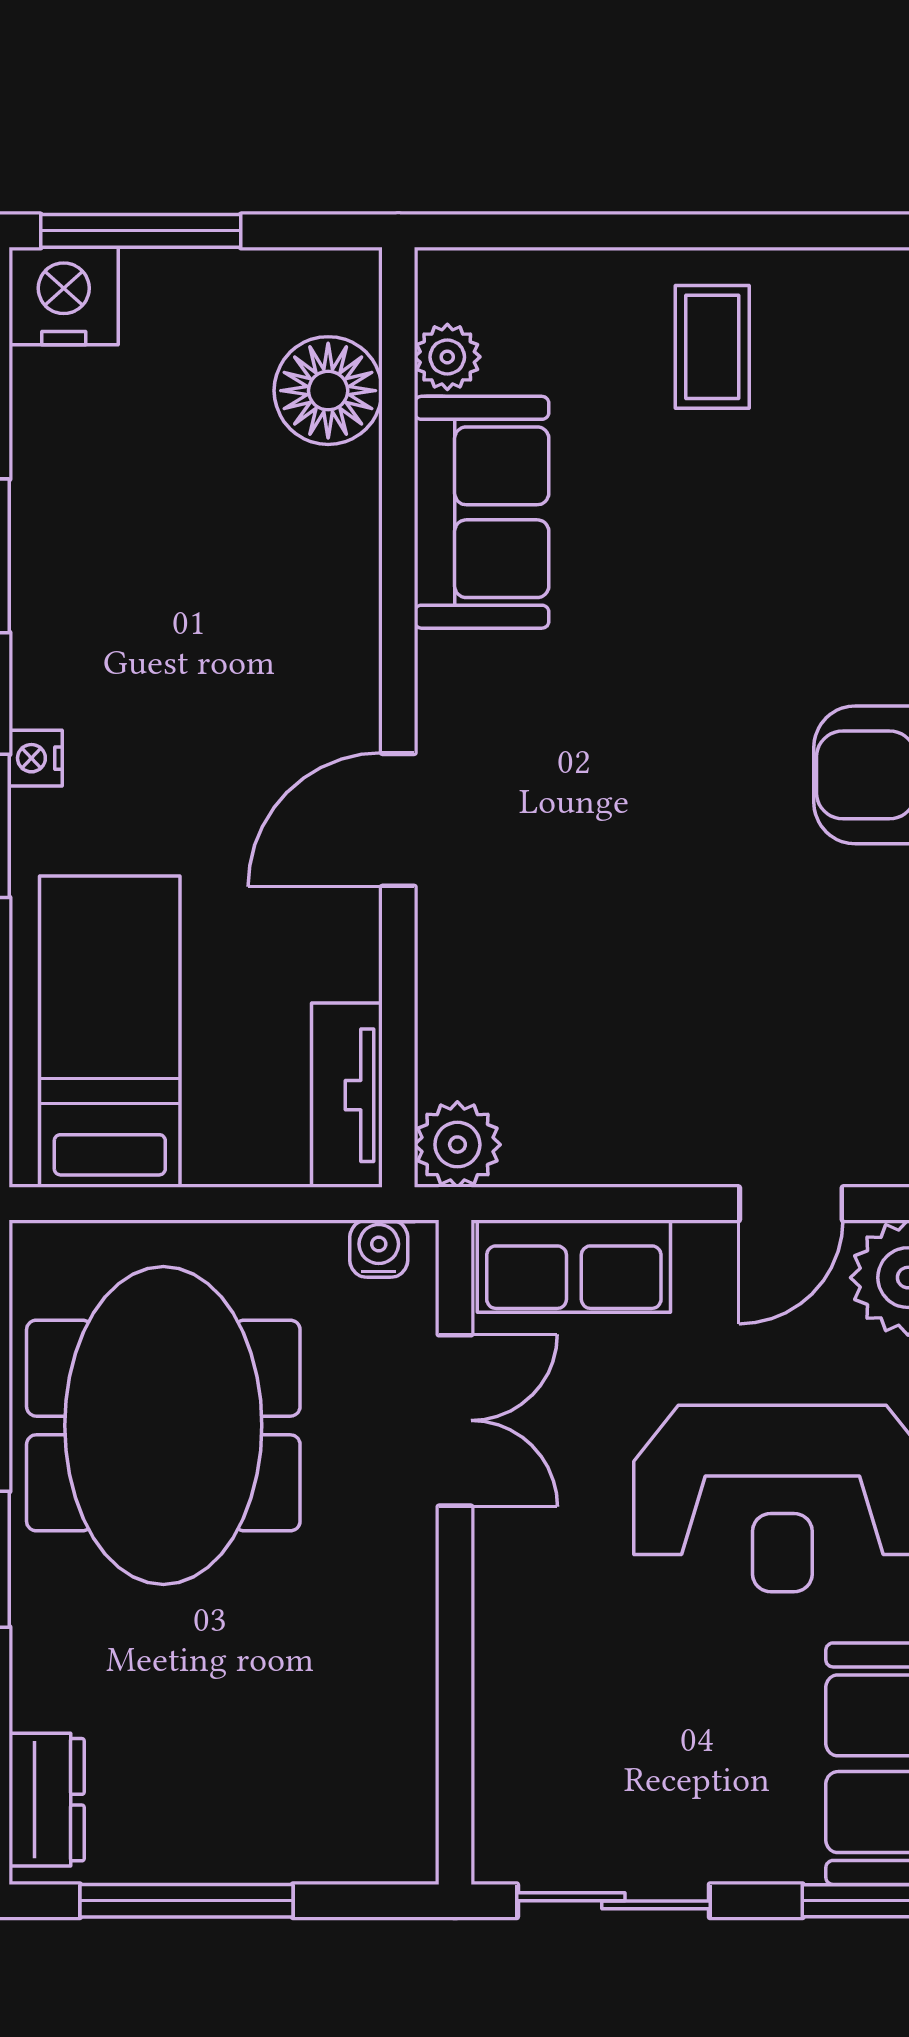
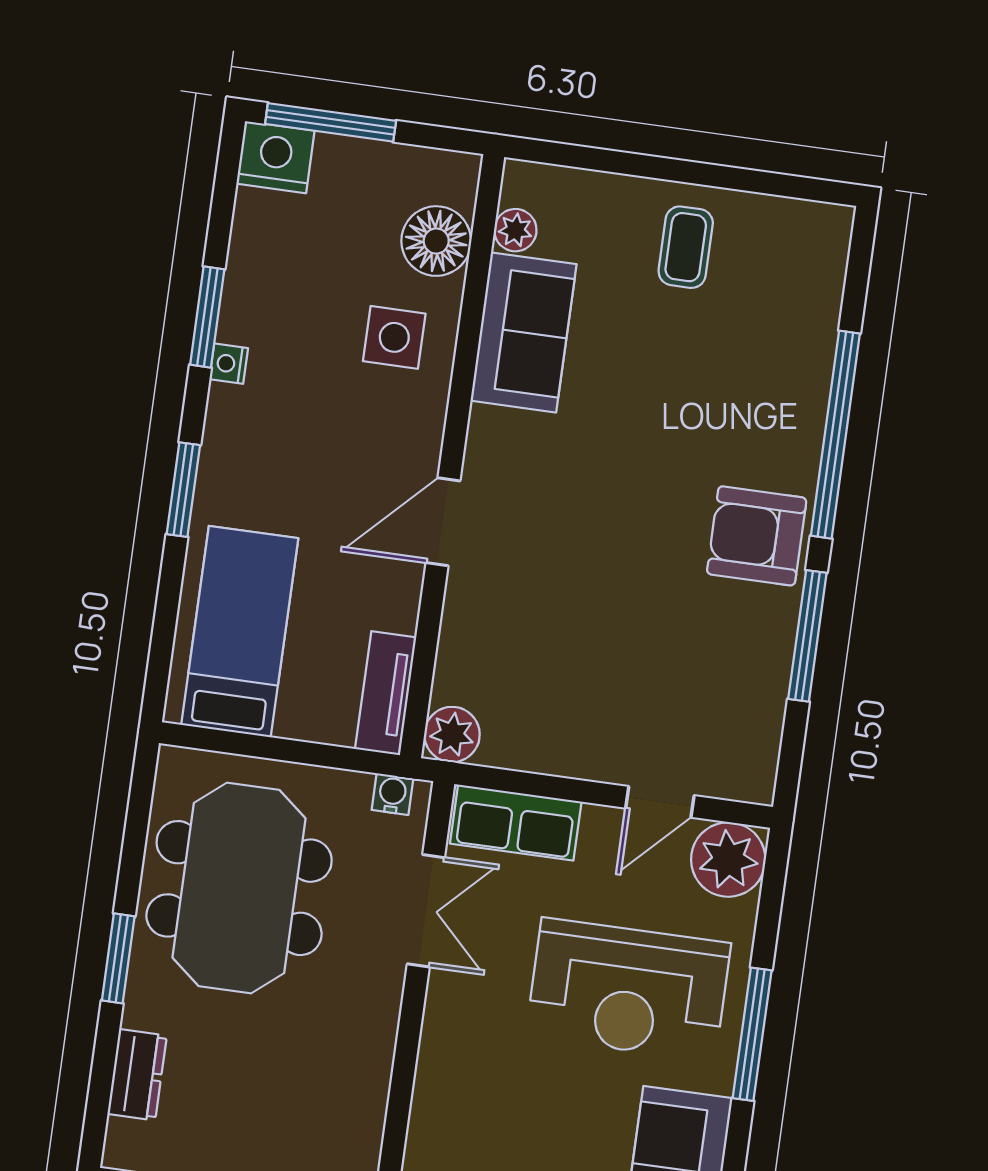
side table: (284, 547) -> (394, 337), added
nightstand: (36, 758) -> (229, 364), moved
dresser: (47, 1800) -> (137, 1075), moved

